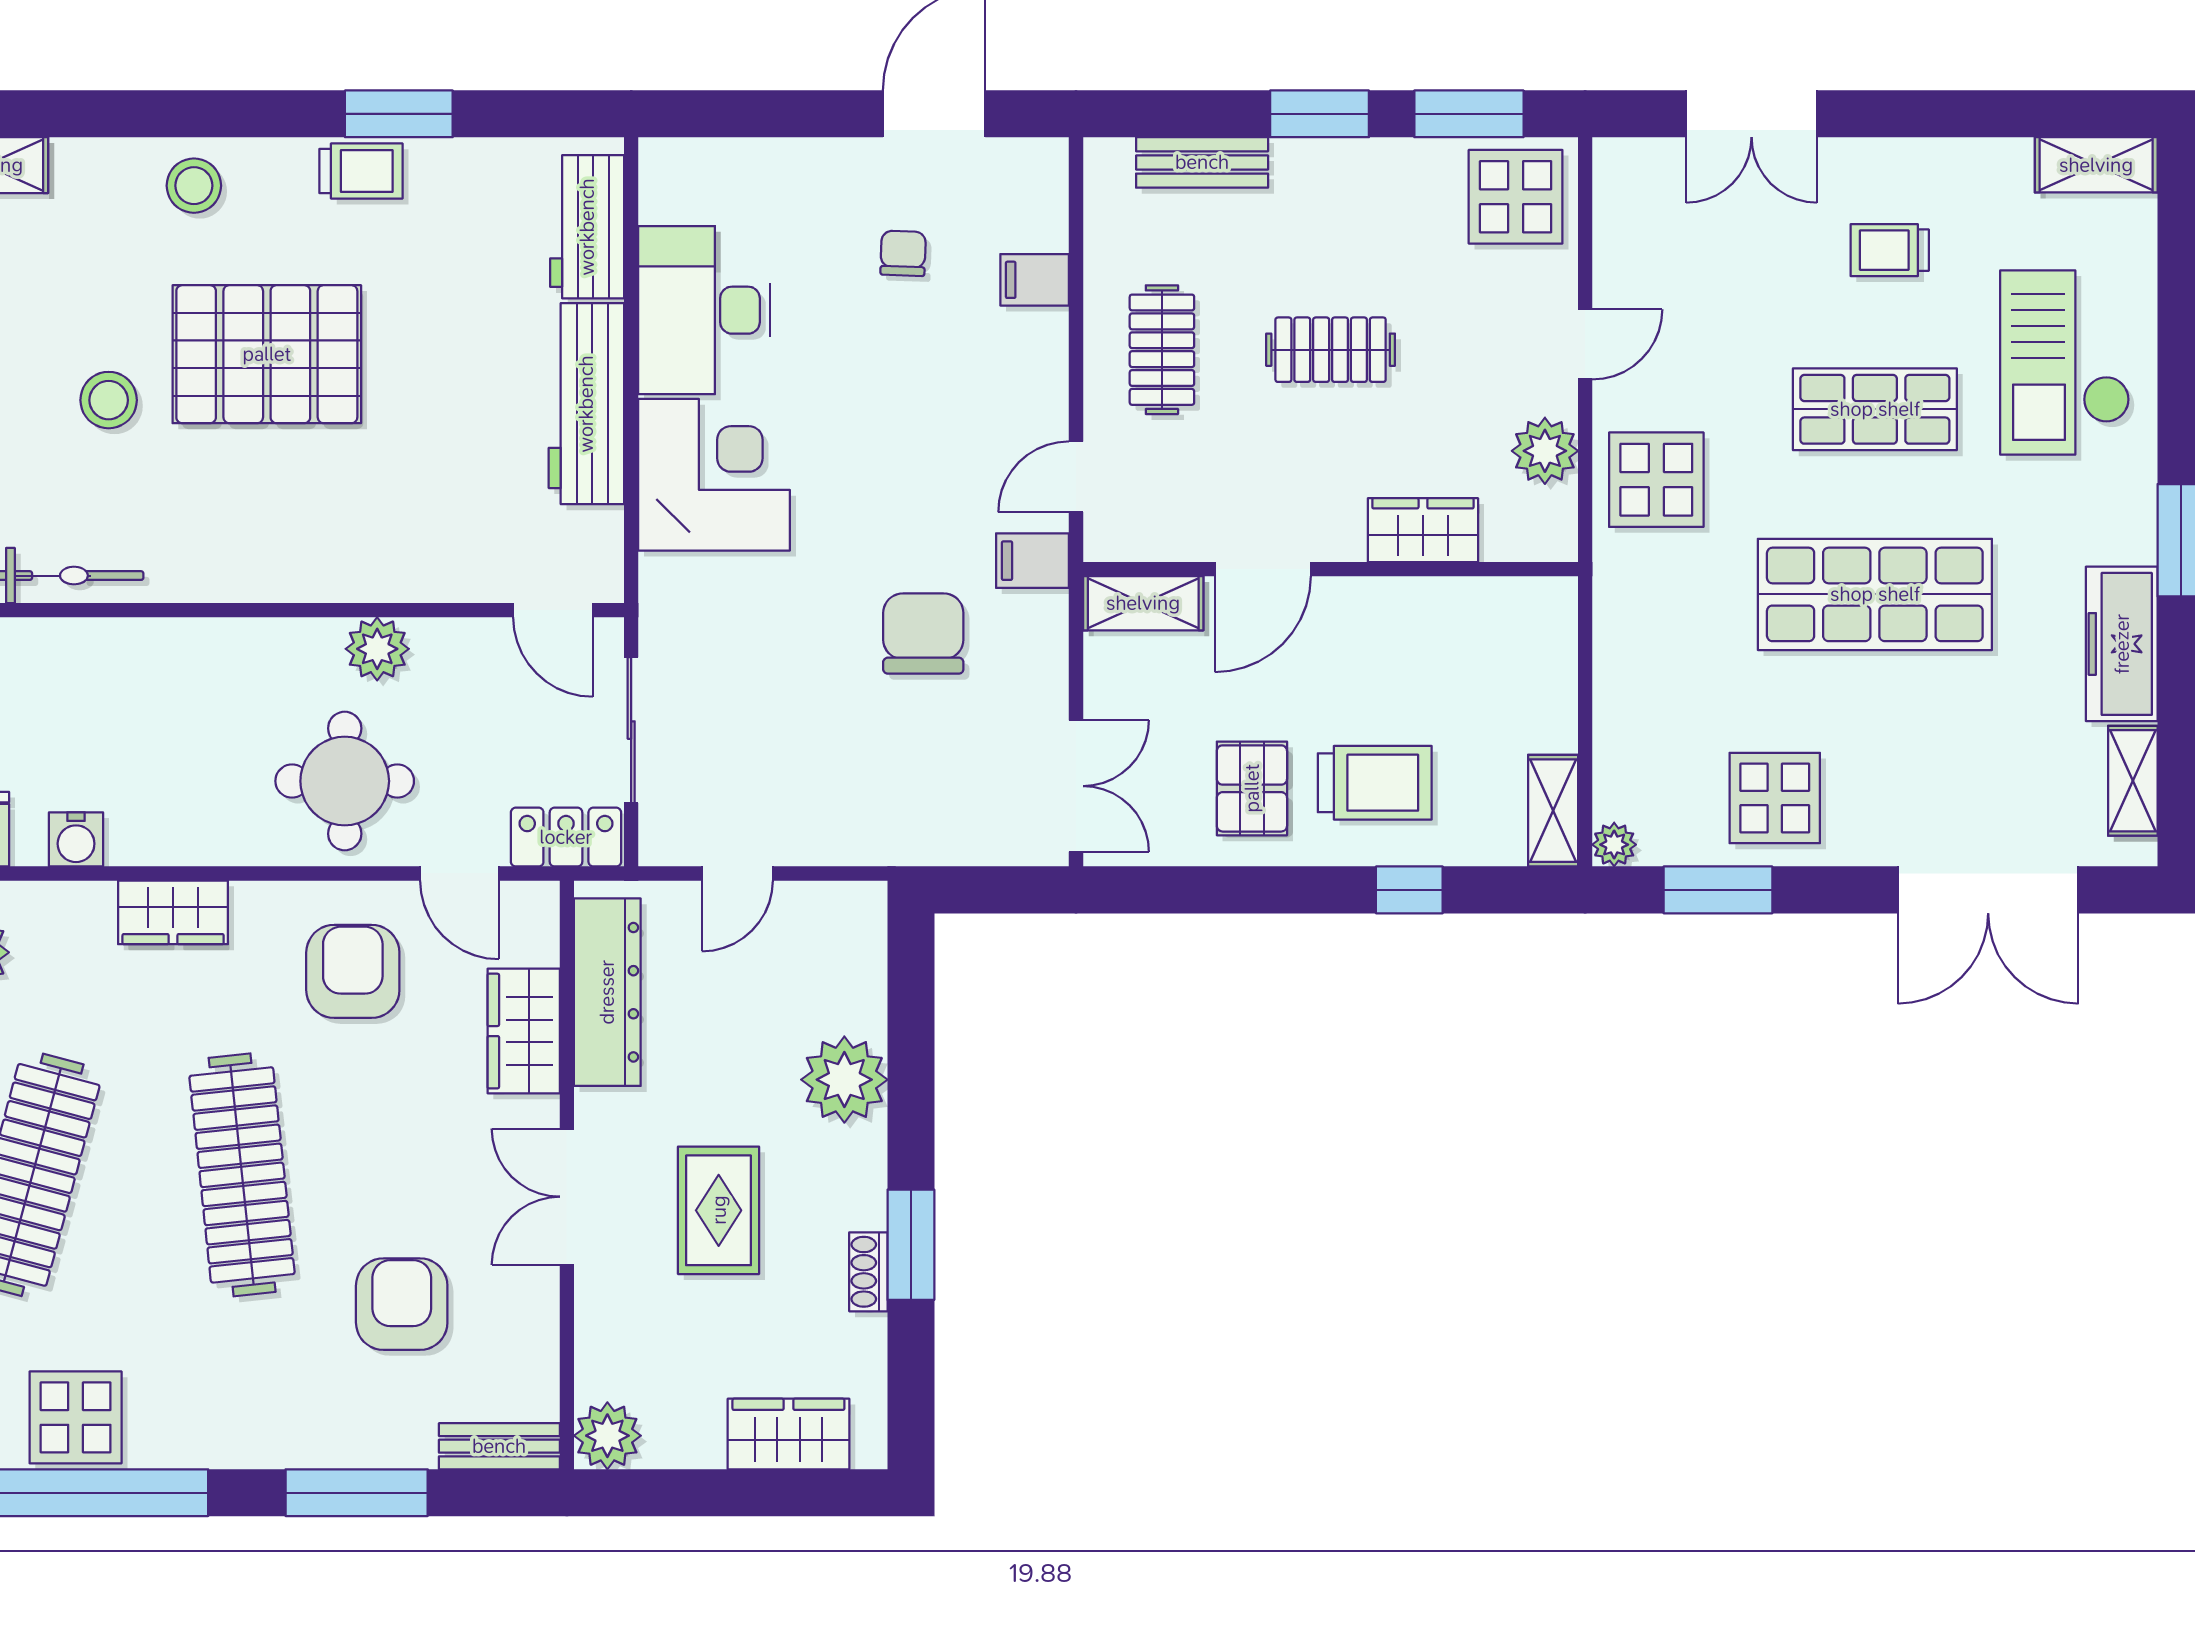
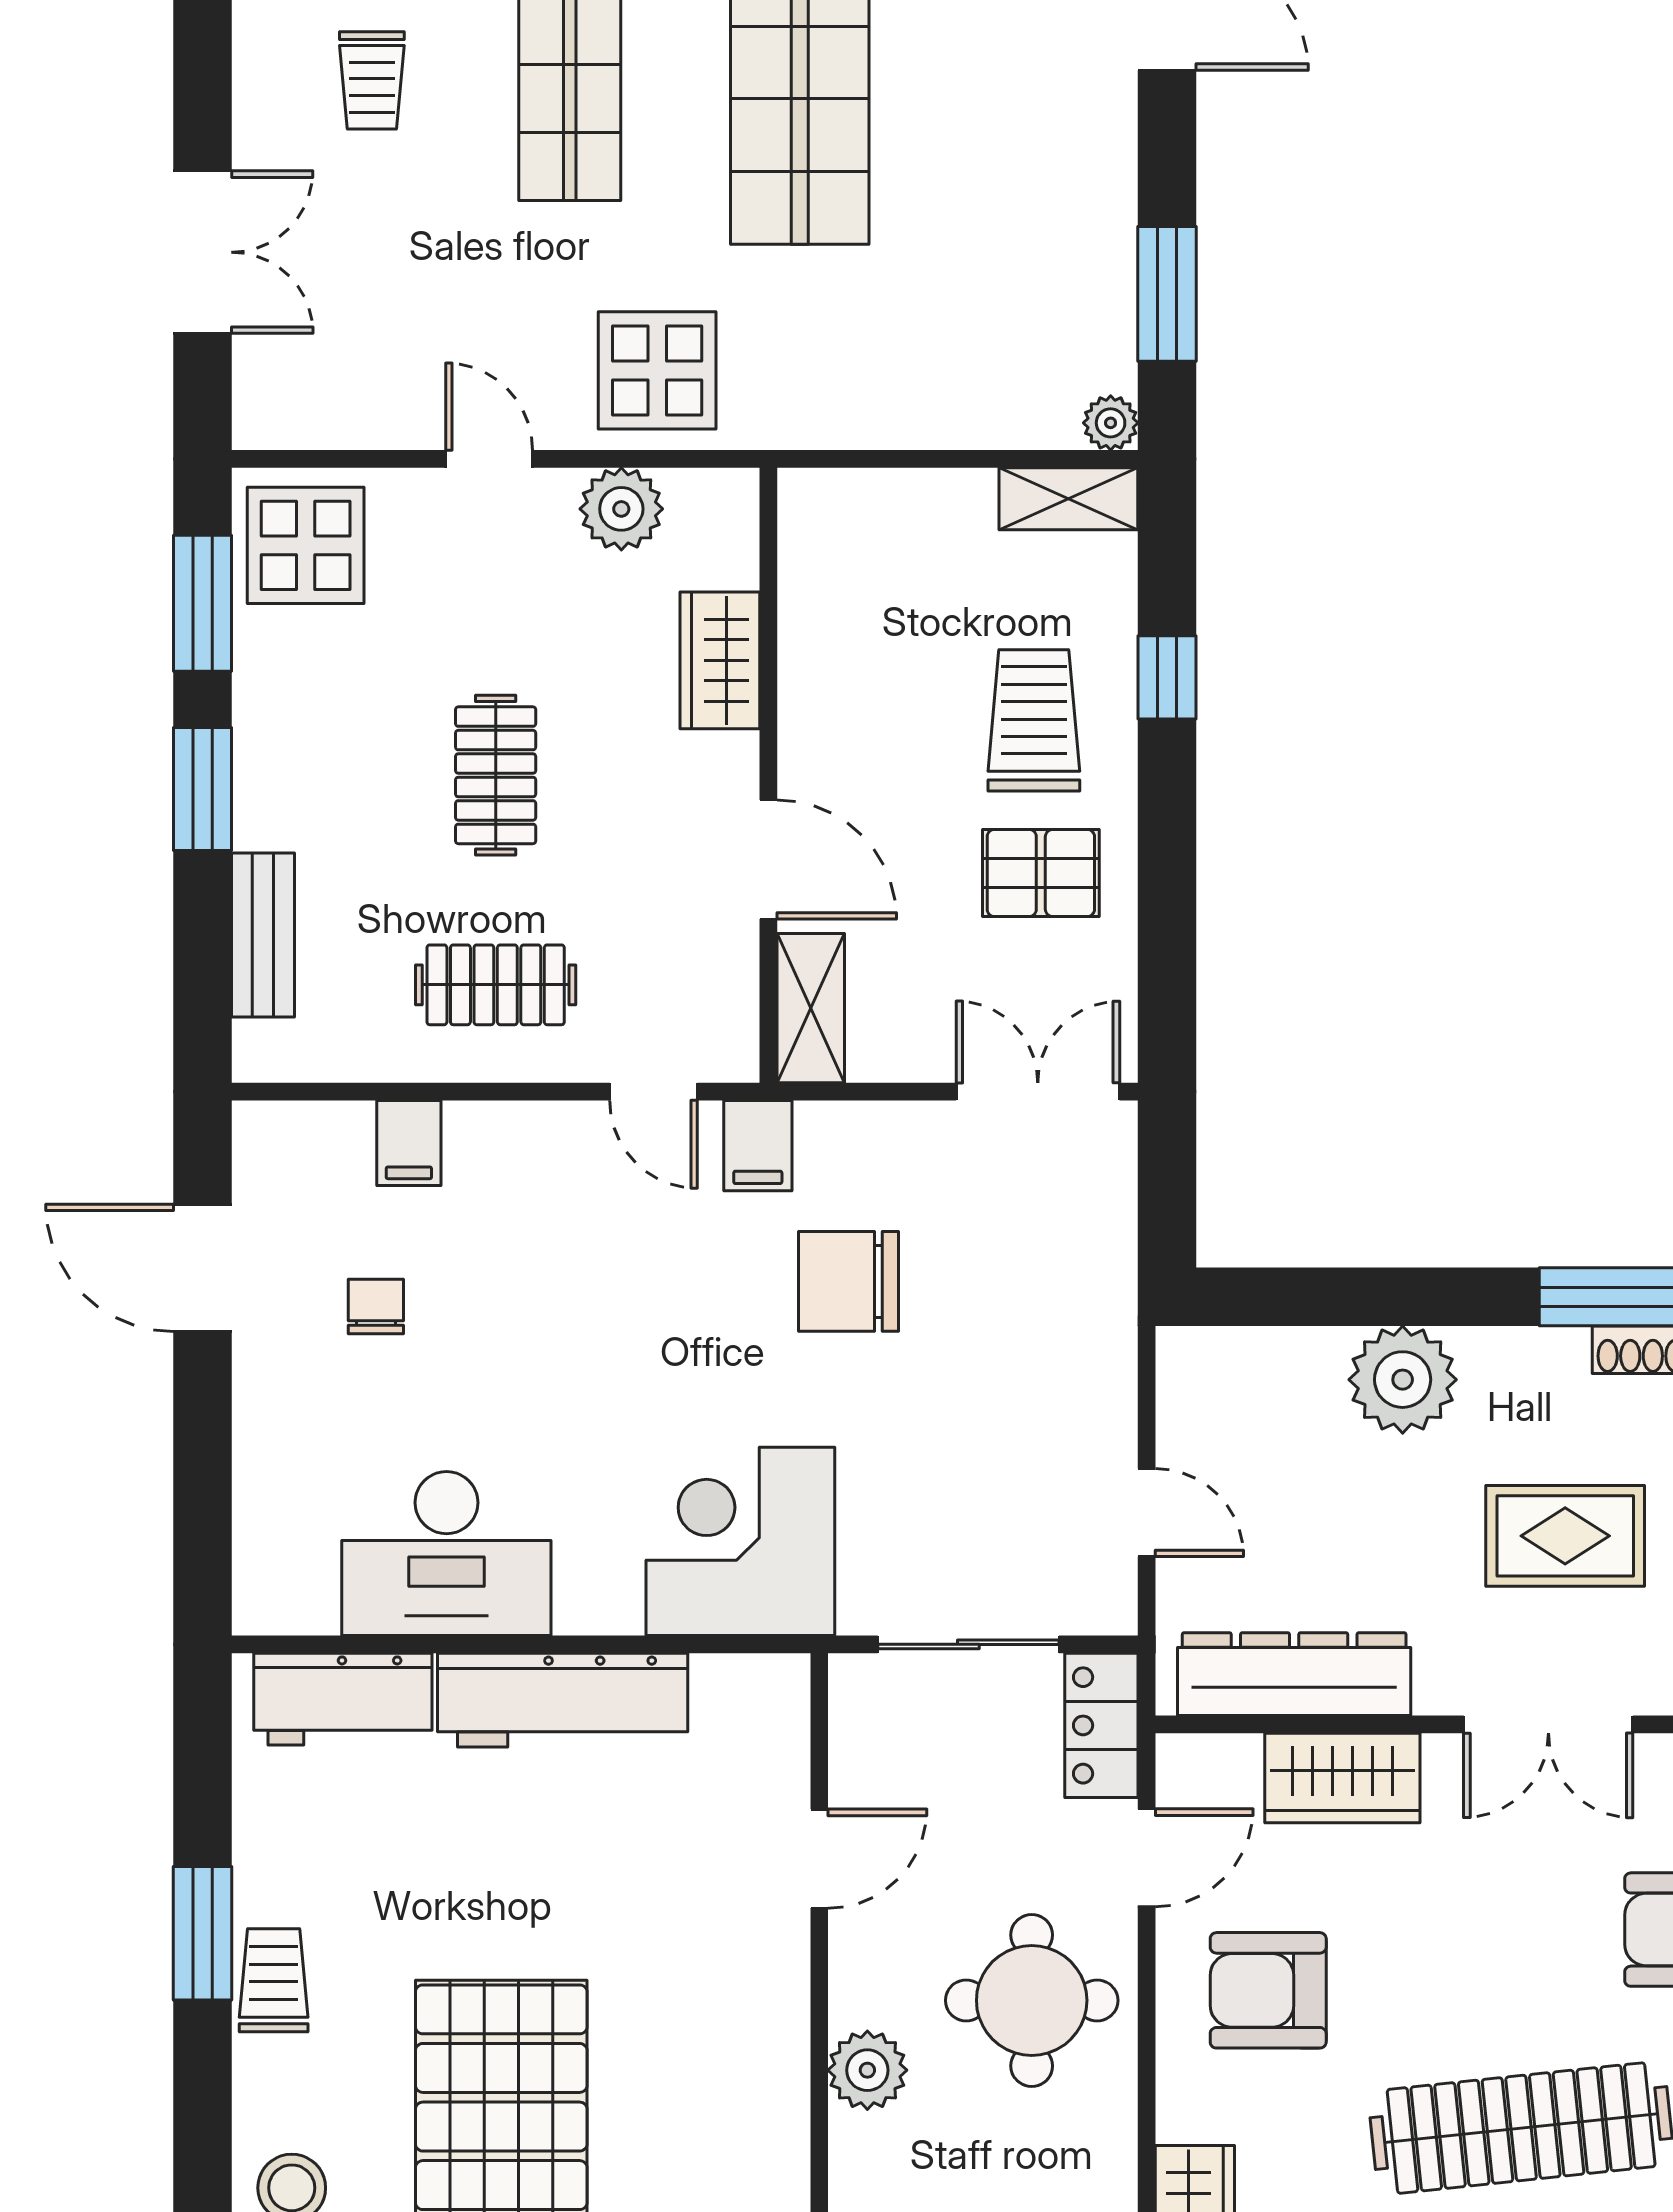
chair: (903, 253) -> (376, 1307), turned 88
corner desk: (714, 475) -> (740, 1541), moved
door: (553, 610) -> (819, 1859), moved
plant: (377, 649) -> (867, 2070), moved
display table: (1775, 798) -> (1053, 223), removed

